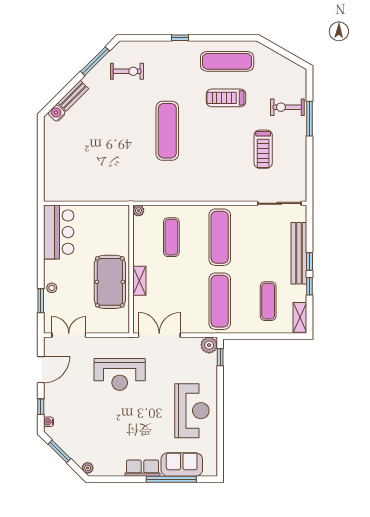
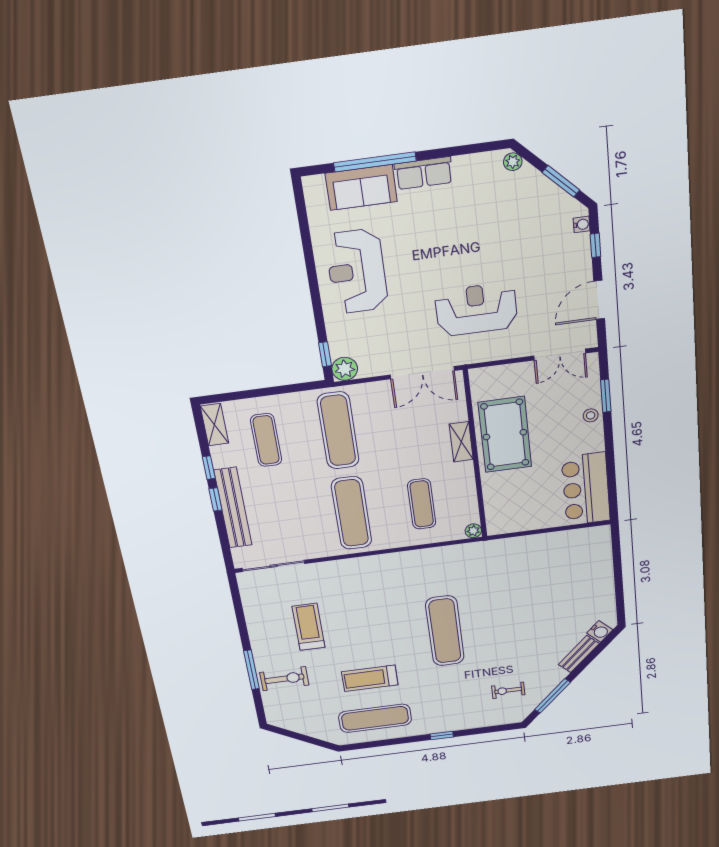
exercise bike: (127, 71) -> (508, 690), width x0.73, depth x0.72
treadmill: (226, 98) -> (370, 678), turned 180

